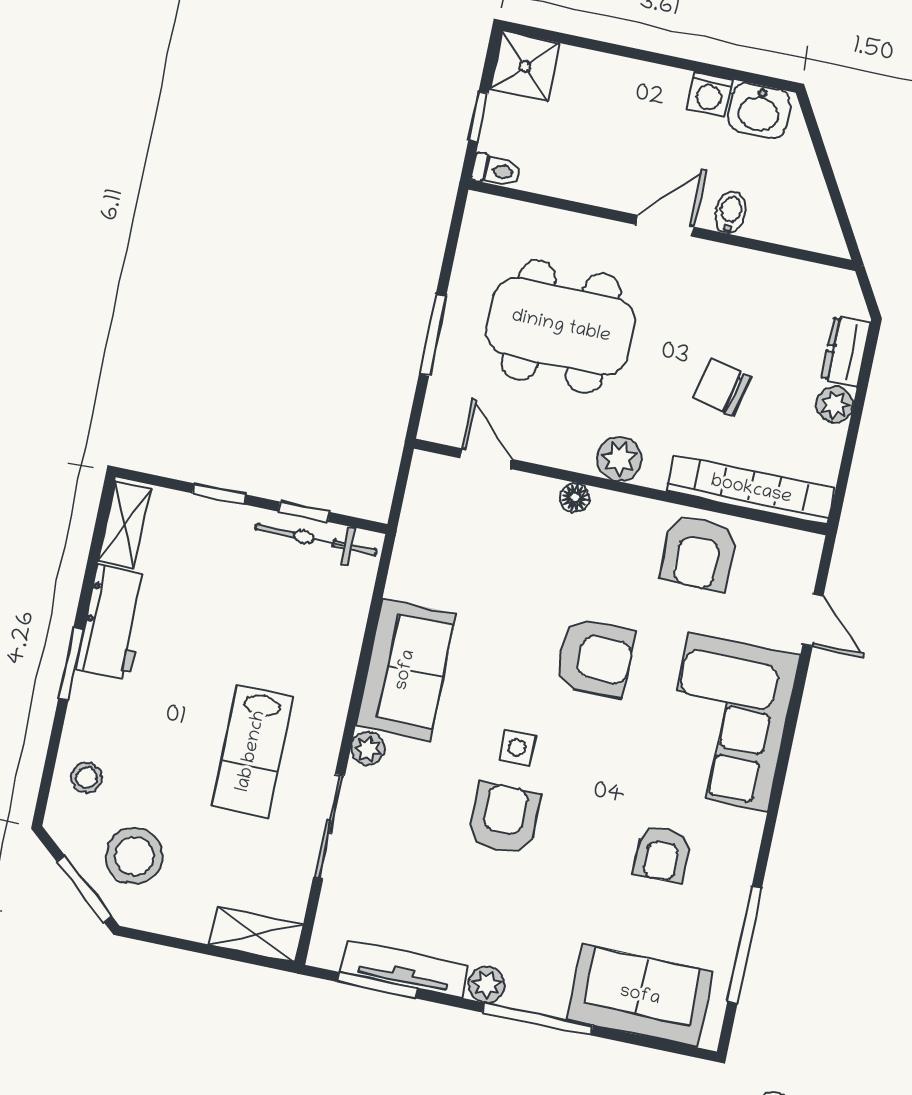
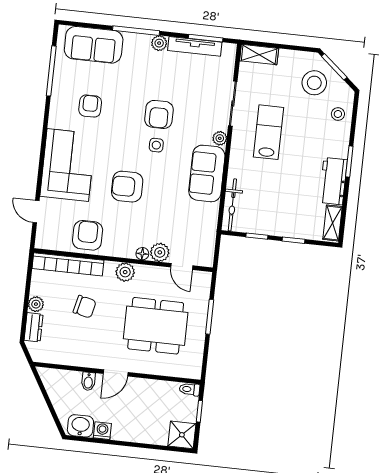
plant: (534, 497) -> (160, 252), added
bicycle: (316, 539) -> (232, 205), moved, turned 90

